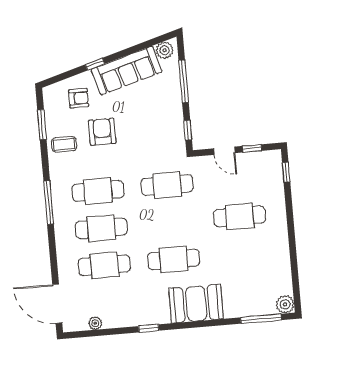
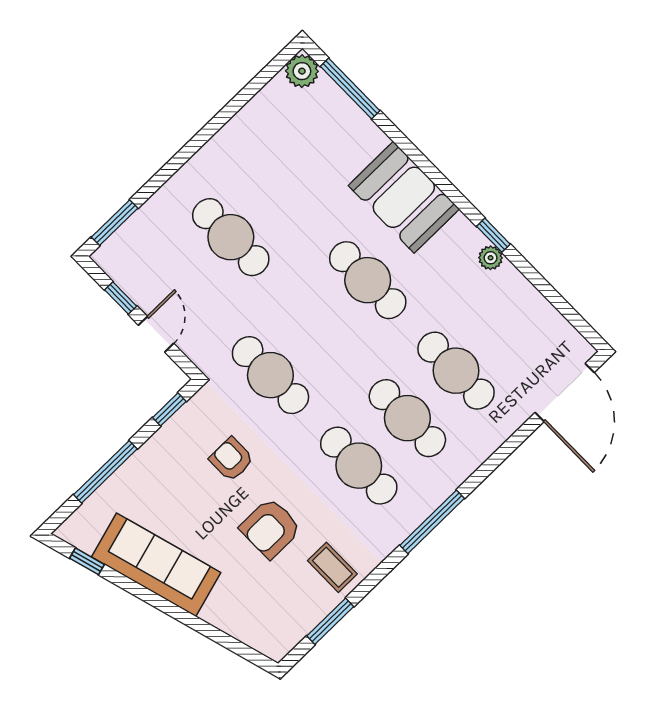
plant: (165, 50) -> (84, 535), removed
window: (95, 64) -> (87, 561), moved
armchair: (79, 98) -> (231, 459), moved
window: (286, 172) -> (115, 223), width x1.50
plant: (95, 323) -> (491, 258), moved

